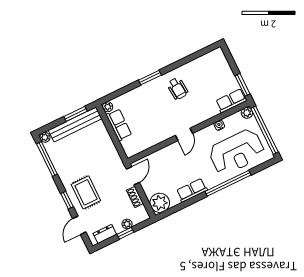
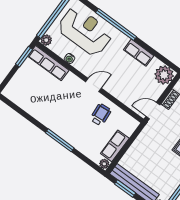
window: (150, 78) -> (60, 140), width x1.44
wheelchair: (177, 88) -> (101, 115), moved
row of seats: (231, 101) -> (48, 63), width x1.48

